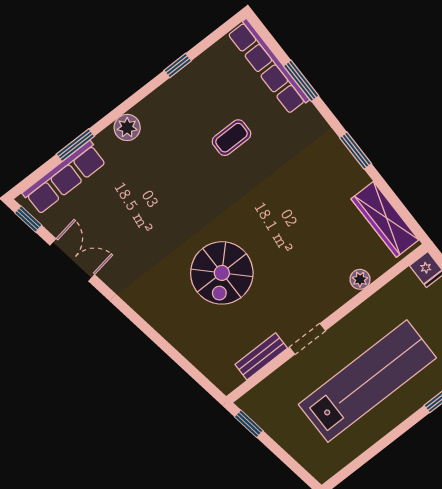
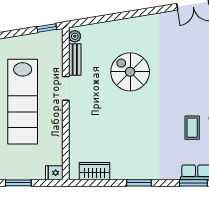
wardrobe: (385, 219) -> (94, 171), width x0.67
plant: (360, 279) -> (75, 36), moved

